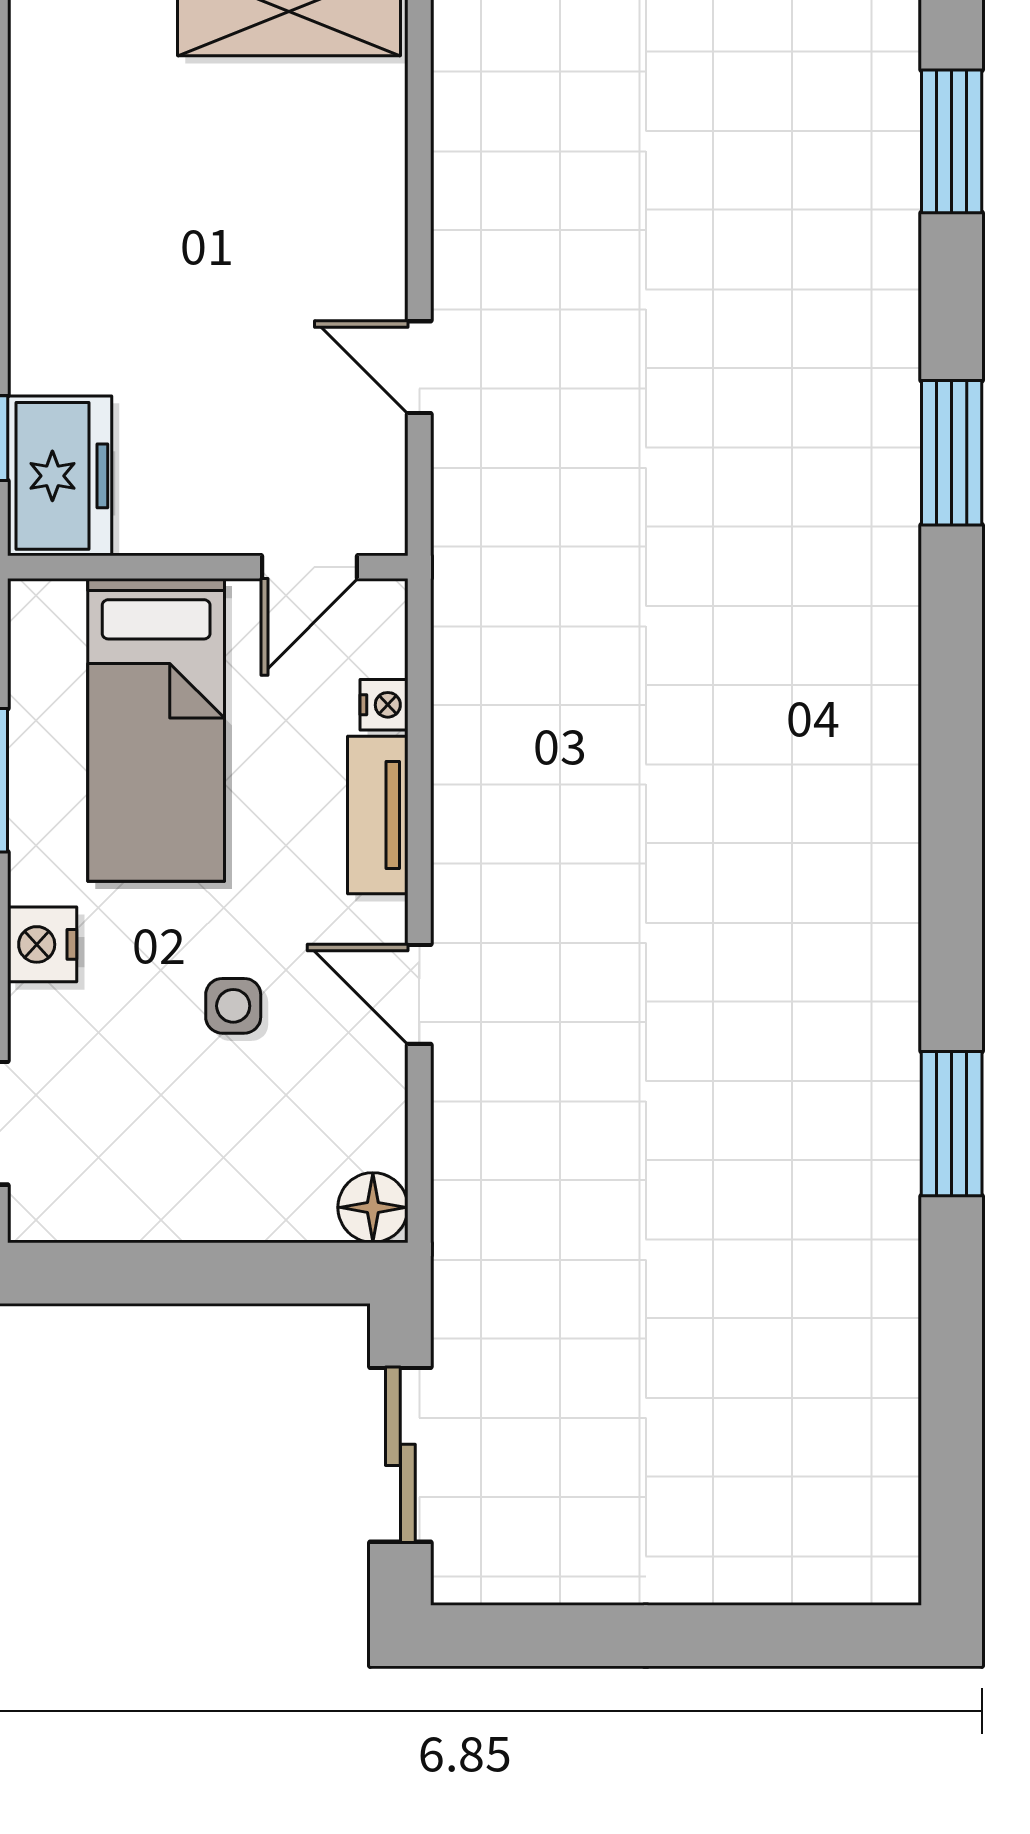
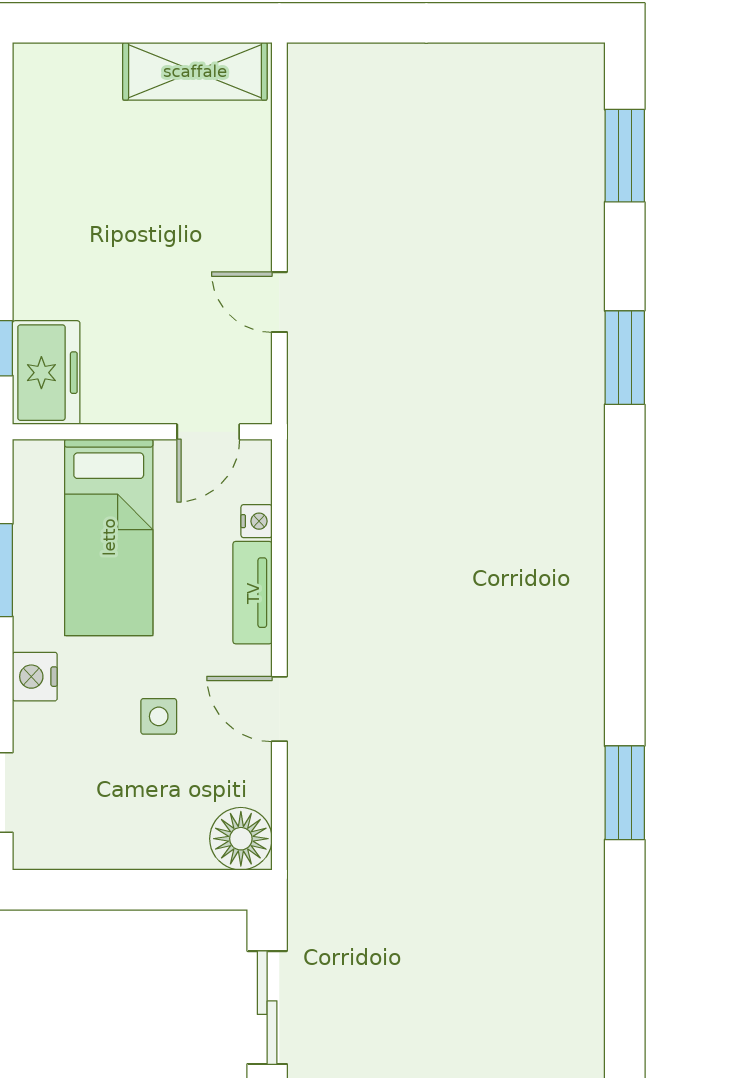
floor lamp: (373, 1207) -> (241, 839), width x1.38, depth x1.38

